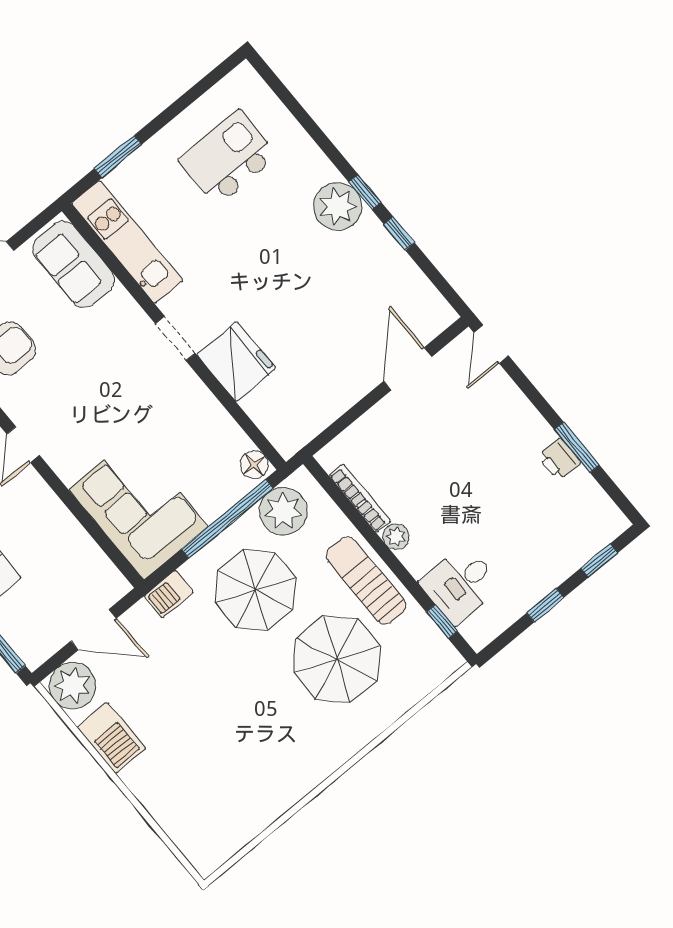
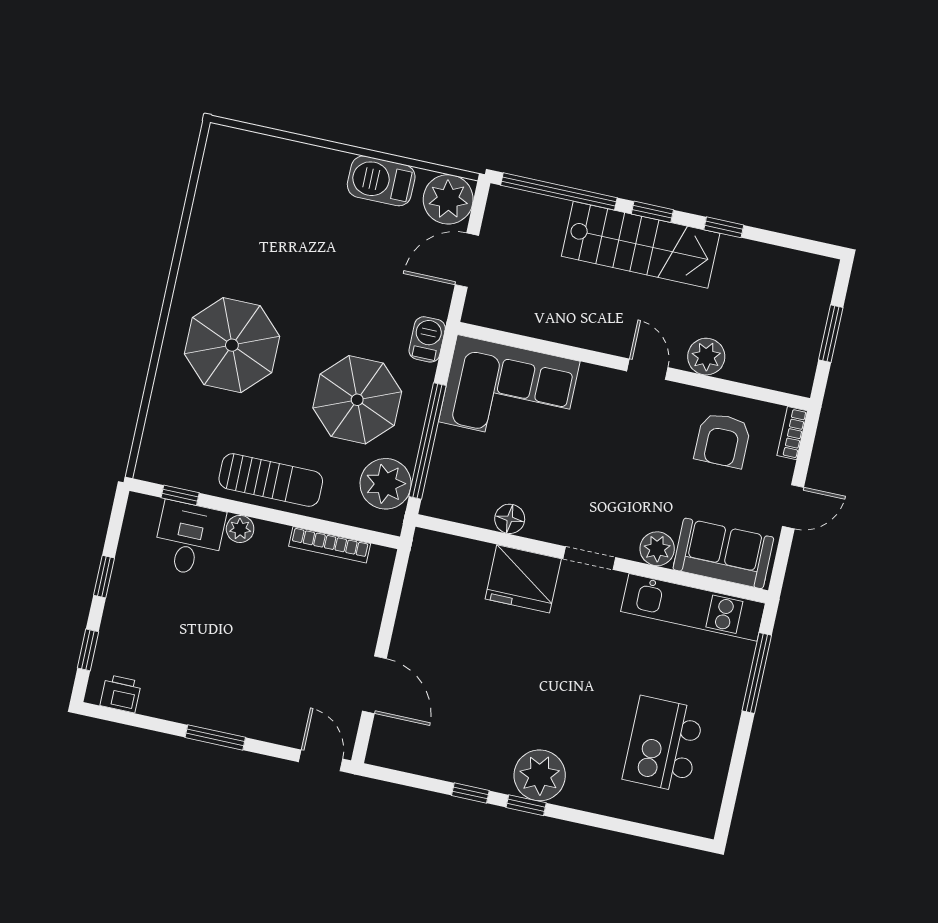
window: (118, 157) -> (757, 673), width x1.44
kitchen island: (228, 158) -> (663, 744), turned 180
plant: (120, 306) -> (657, 549), added
window: (577, 447) -> (215, 737), moved
printer: (559, 459) -> (121, 694), moved
floor lamp: (254, 465) -> (510, 519), moved
plant: (396, 537) -> (240, 529), moved
parasol: (337, 659) -> (232, 345), moved

